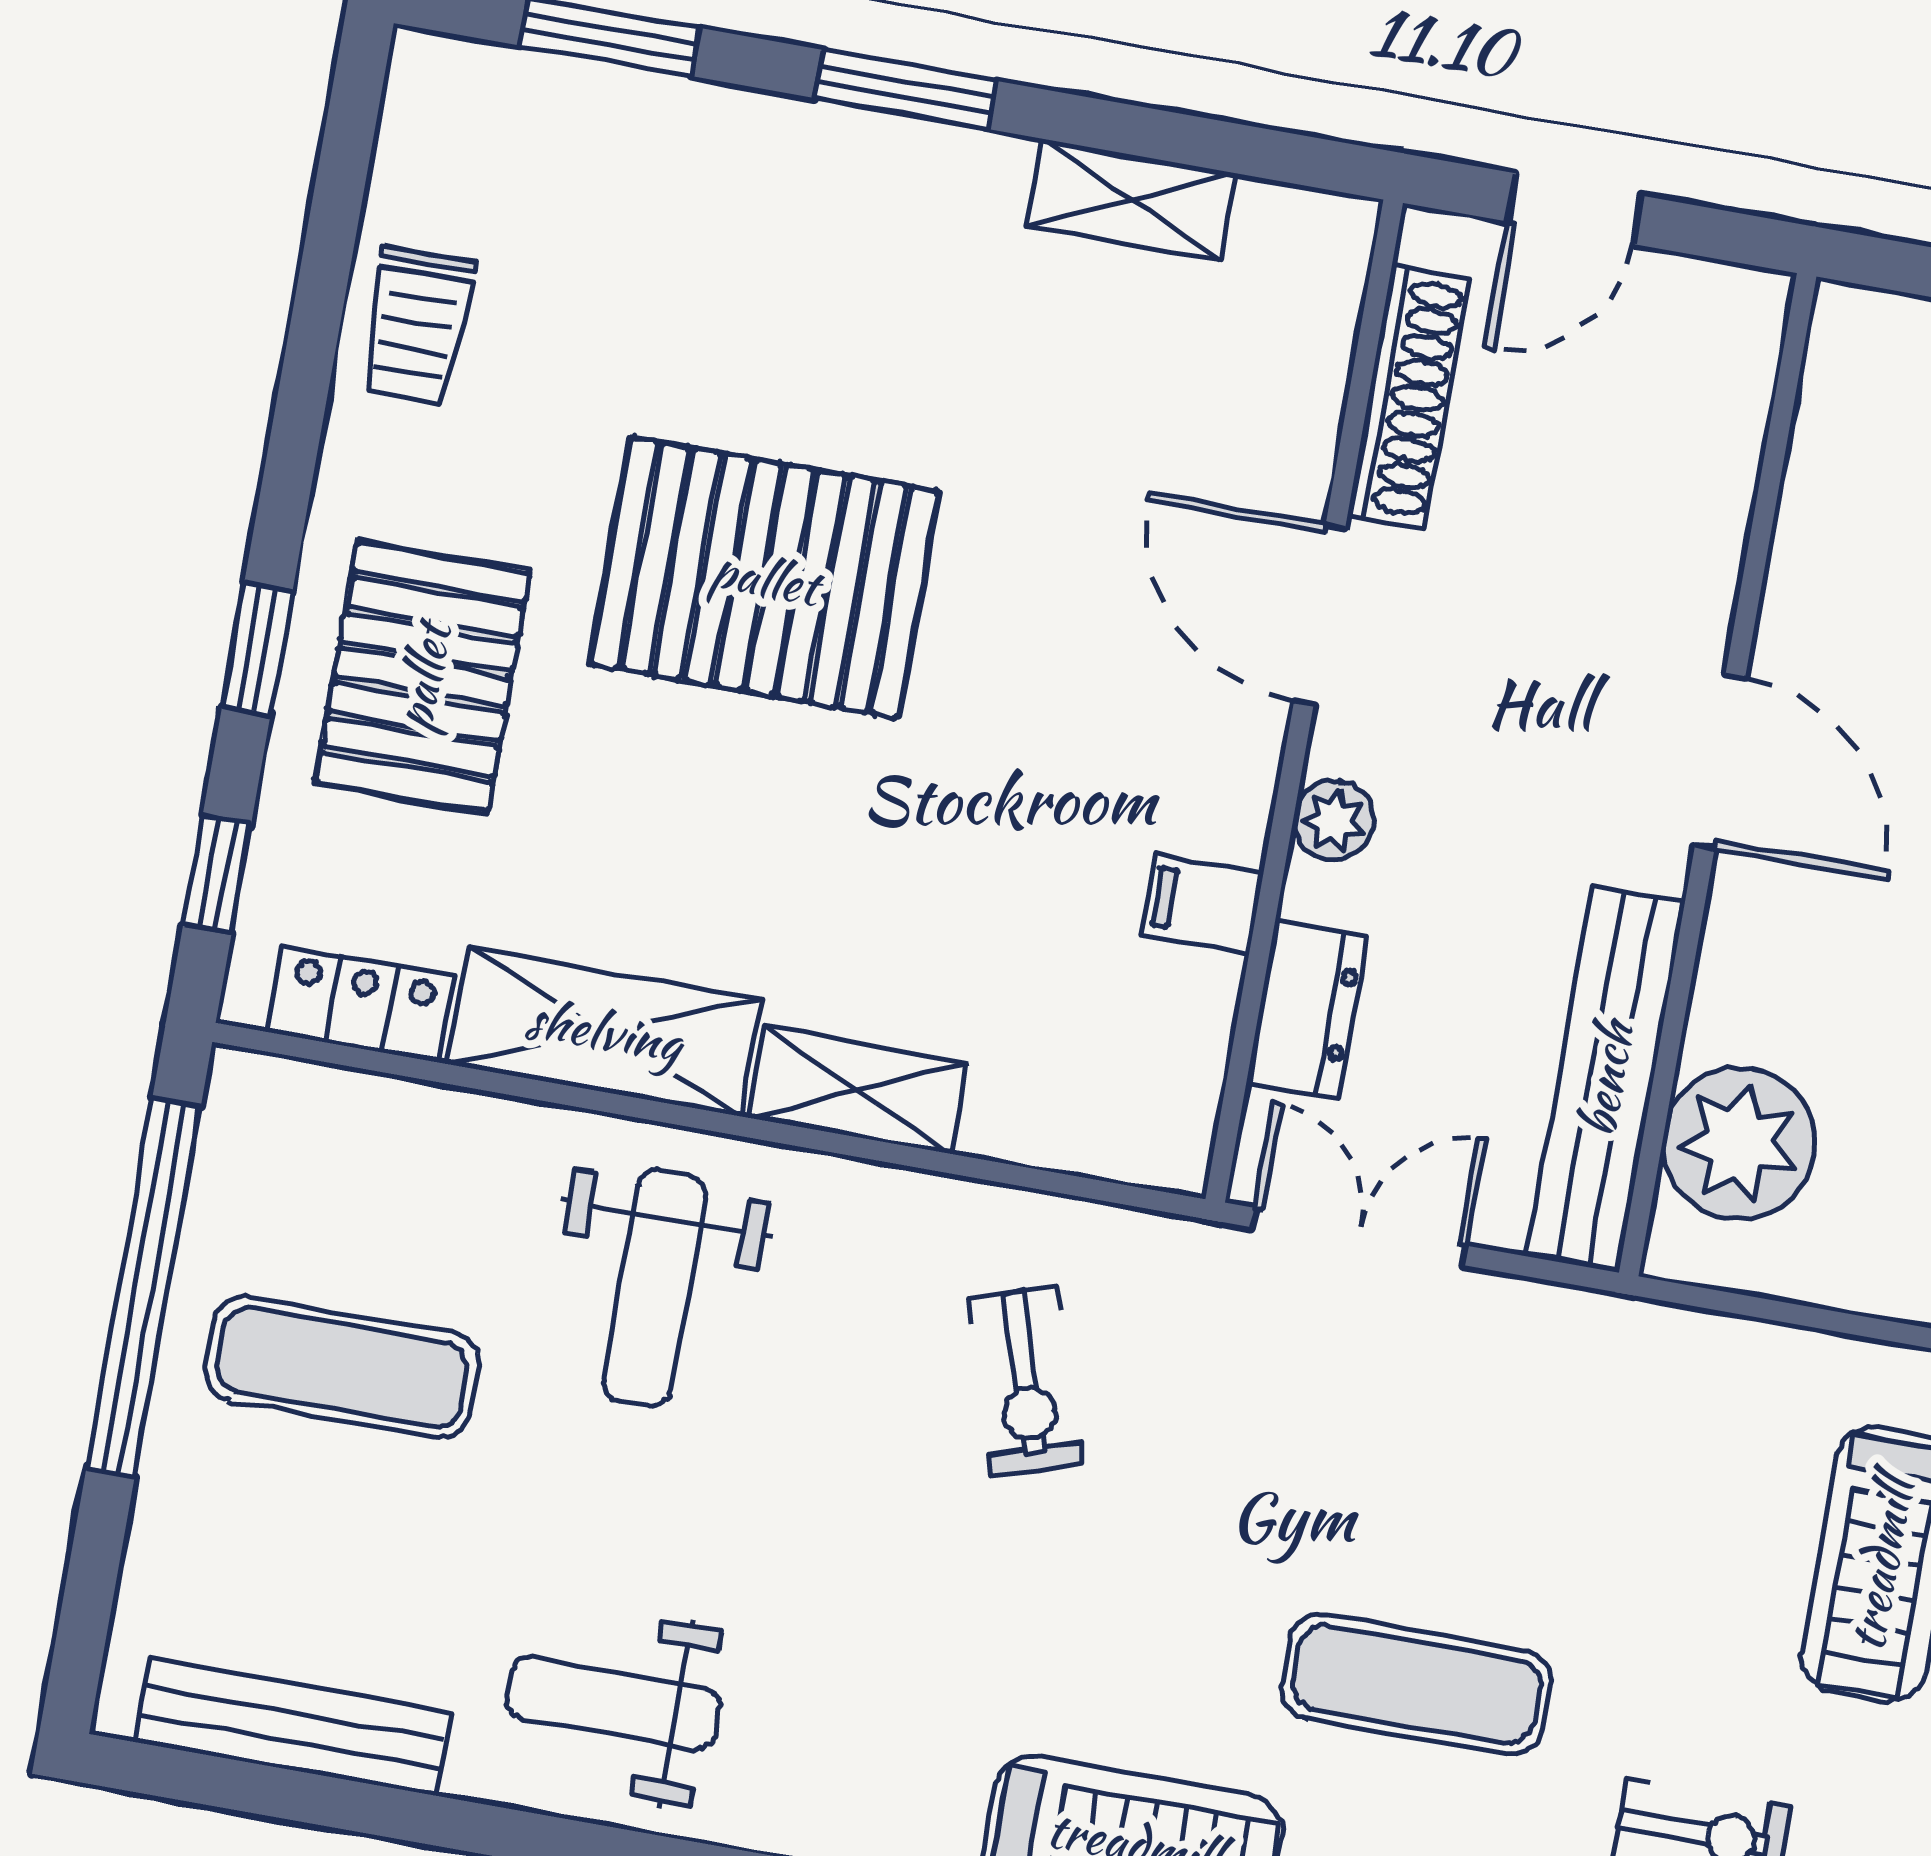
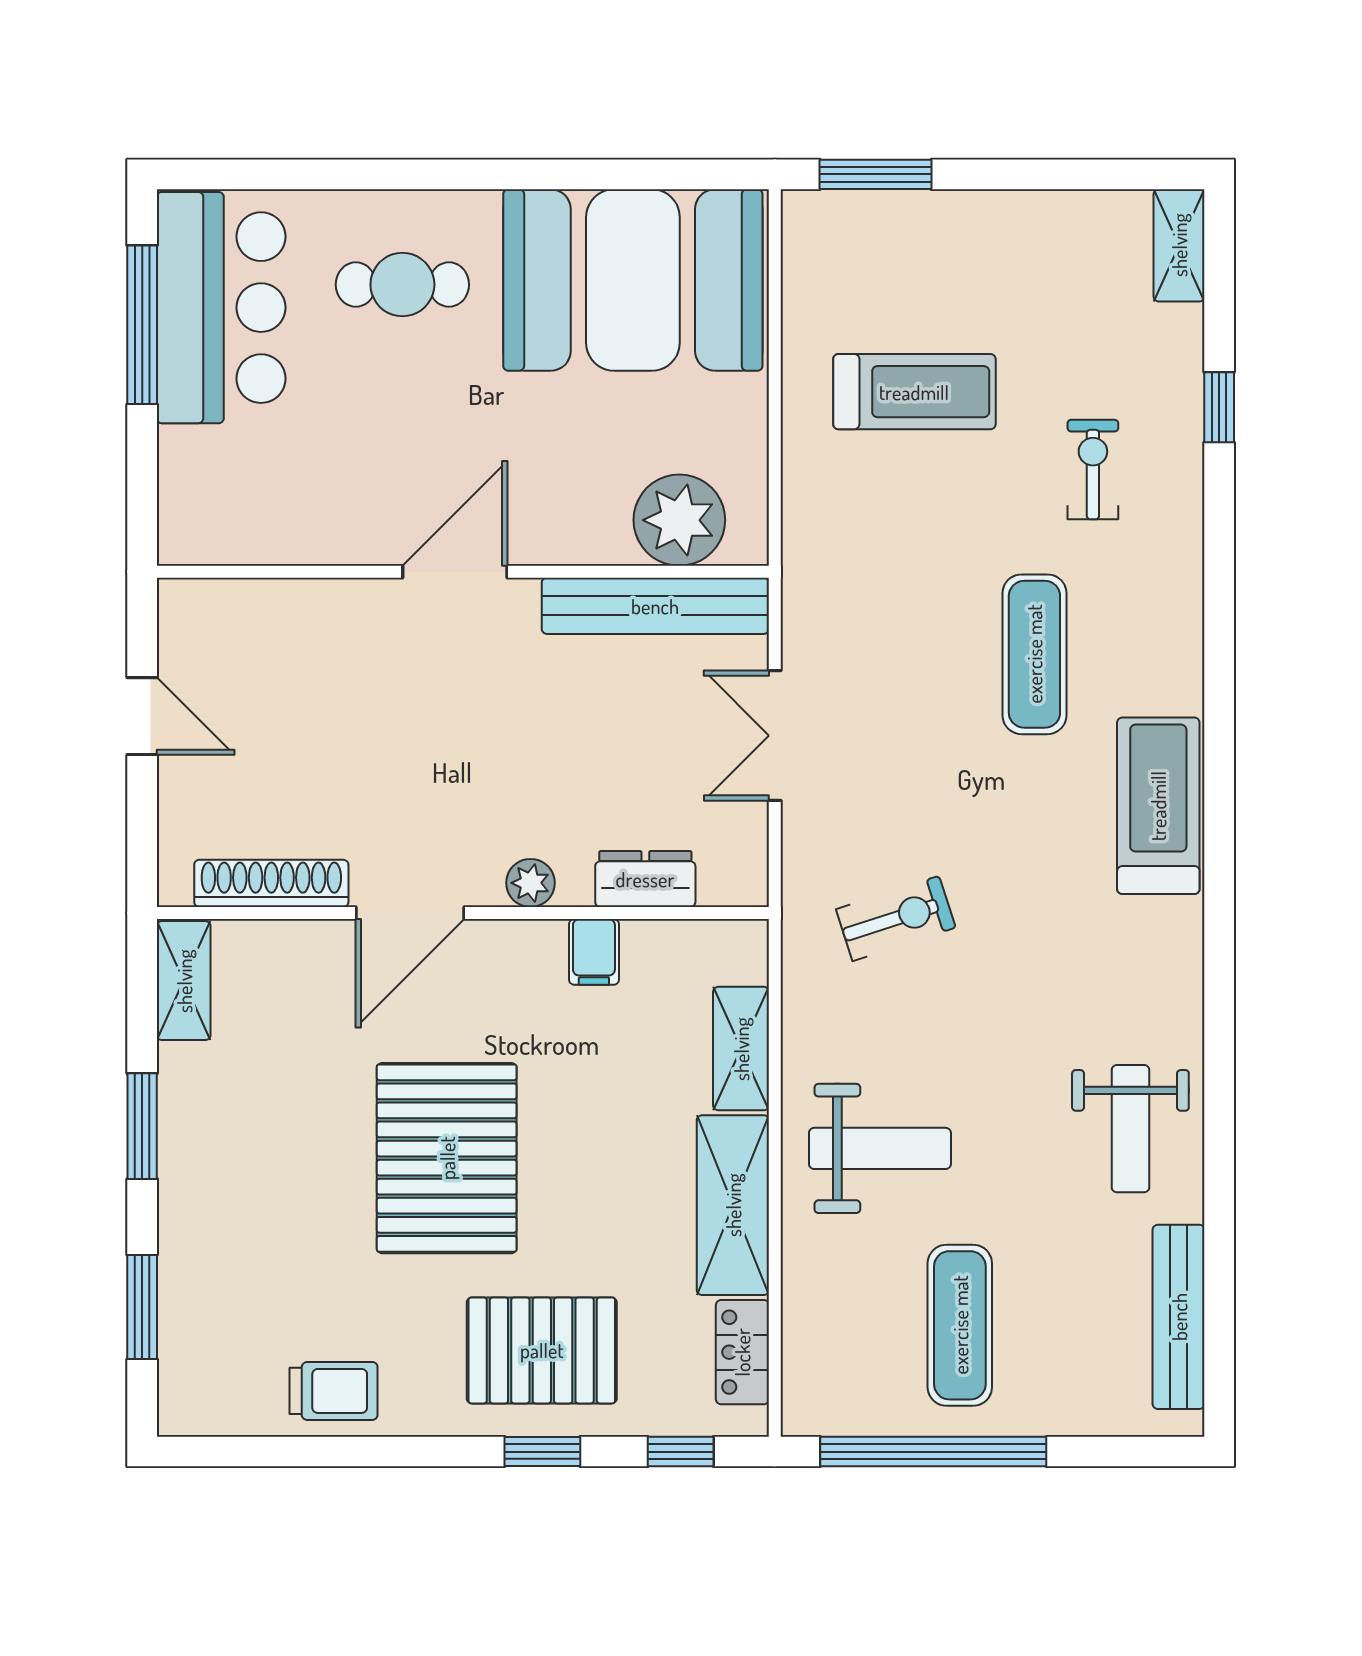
shoe rack: (1408, 397) -> (271, 883), moved
door: (1320, 615) -> (410, 913), moved
wall: (1304, 701) -> (463, 913), moved
plant: (1334, 820) -> (530, 883), moved
filing cabinet: (1203, 904) -> (594, 952), moved
dresser: (1307, 1009) -> (645, 879), moved

